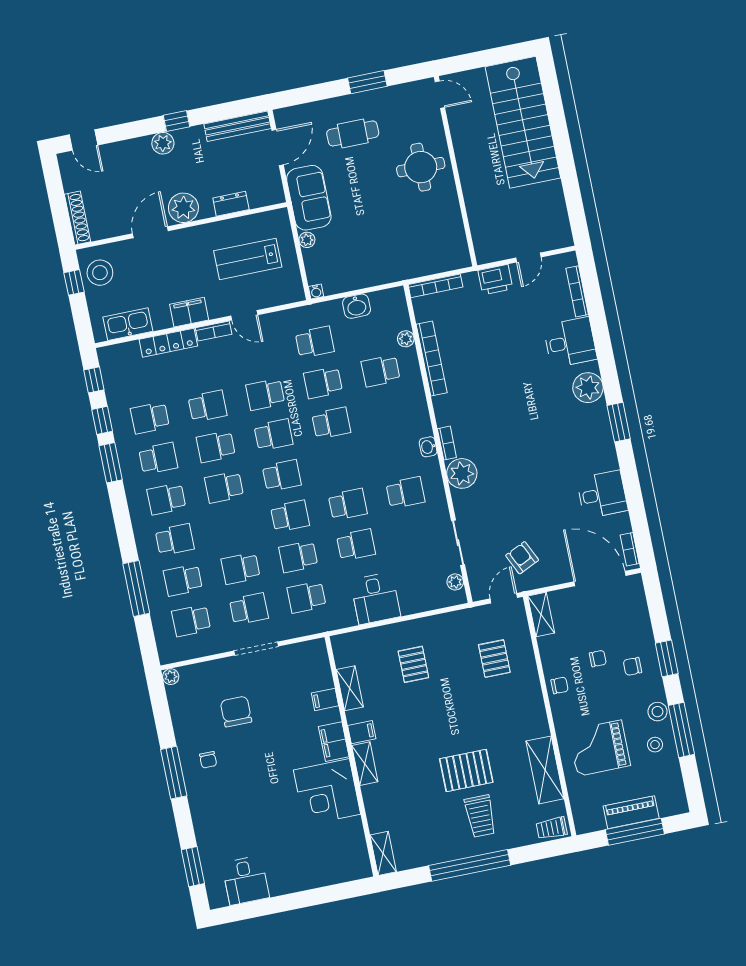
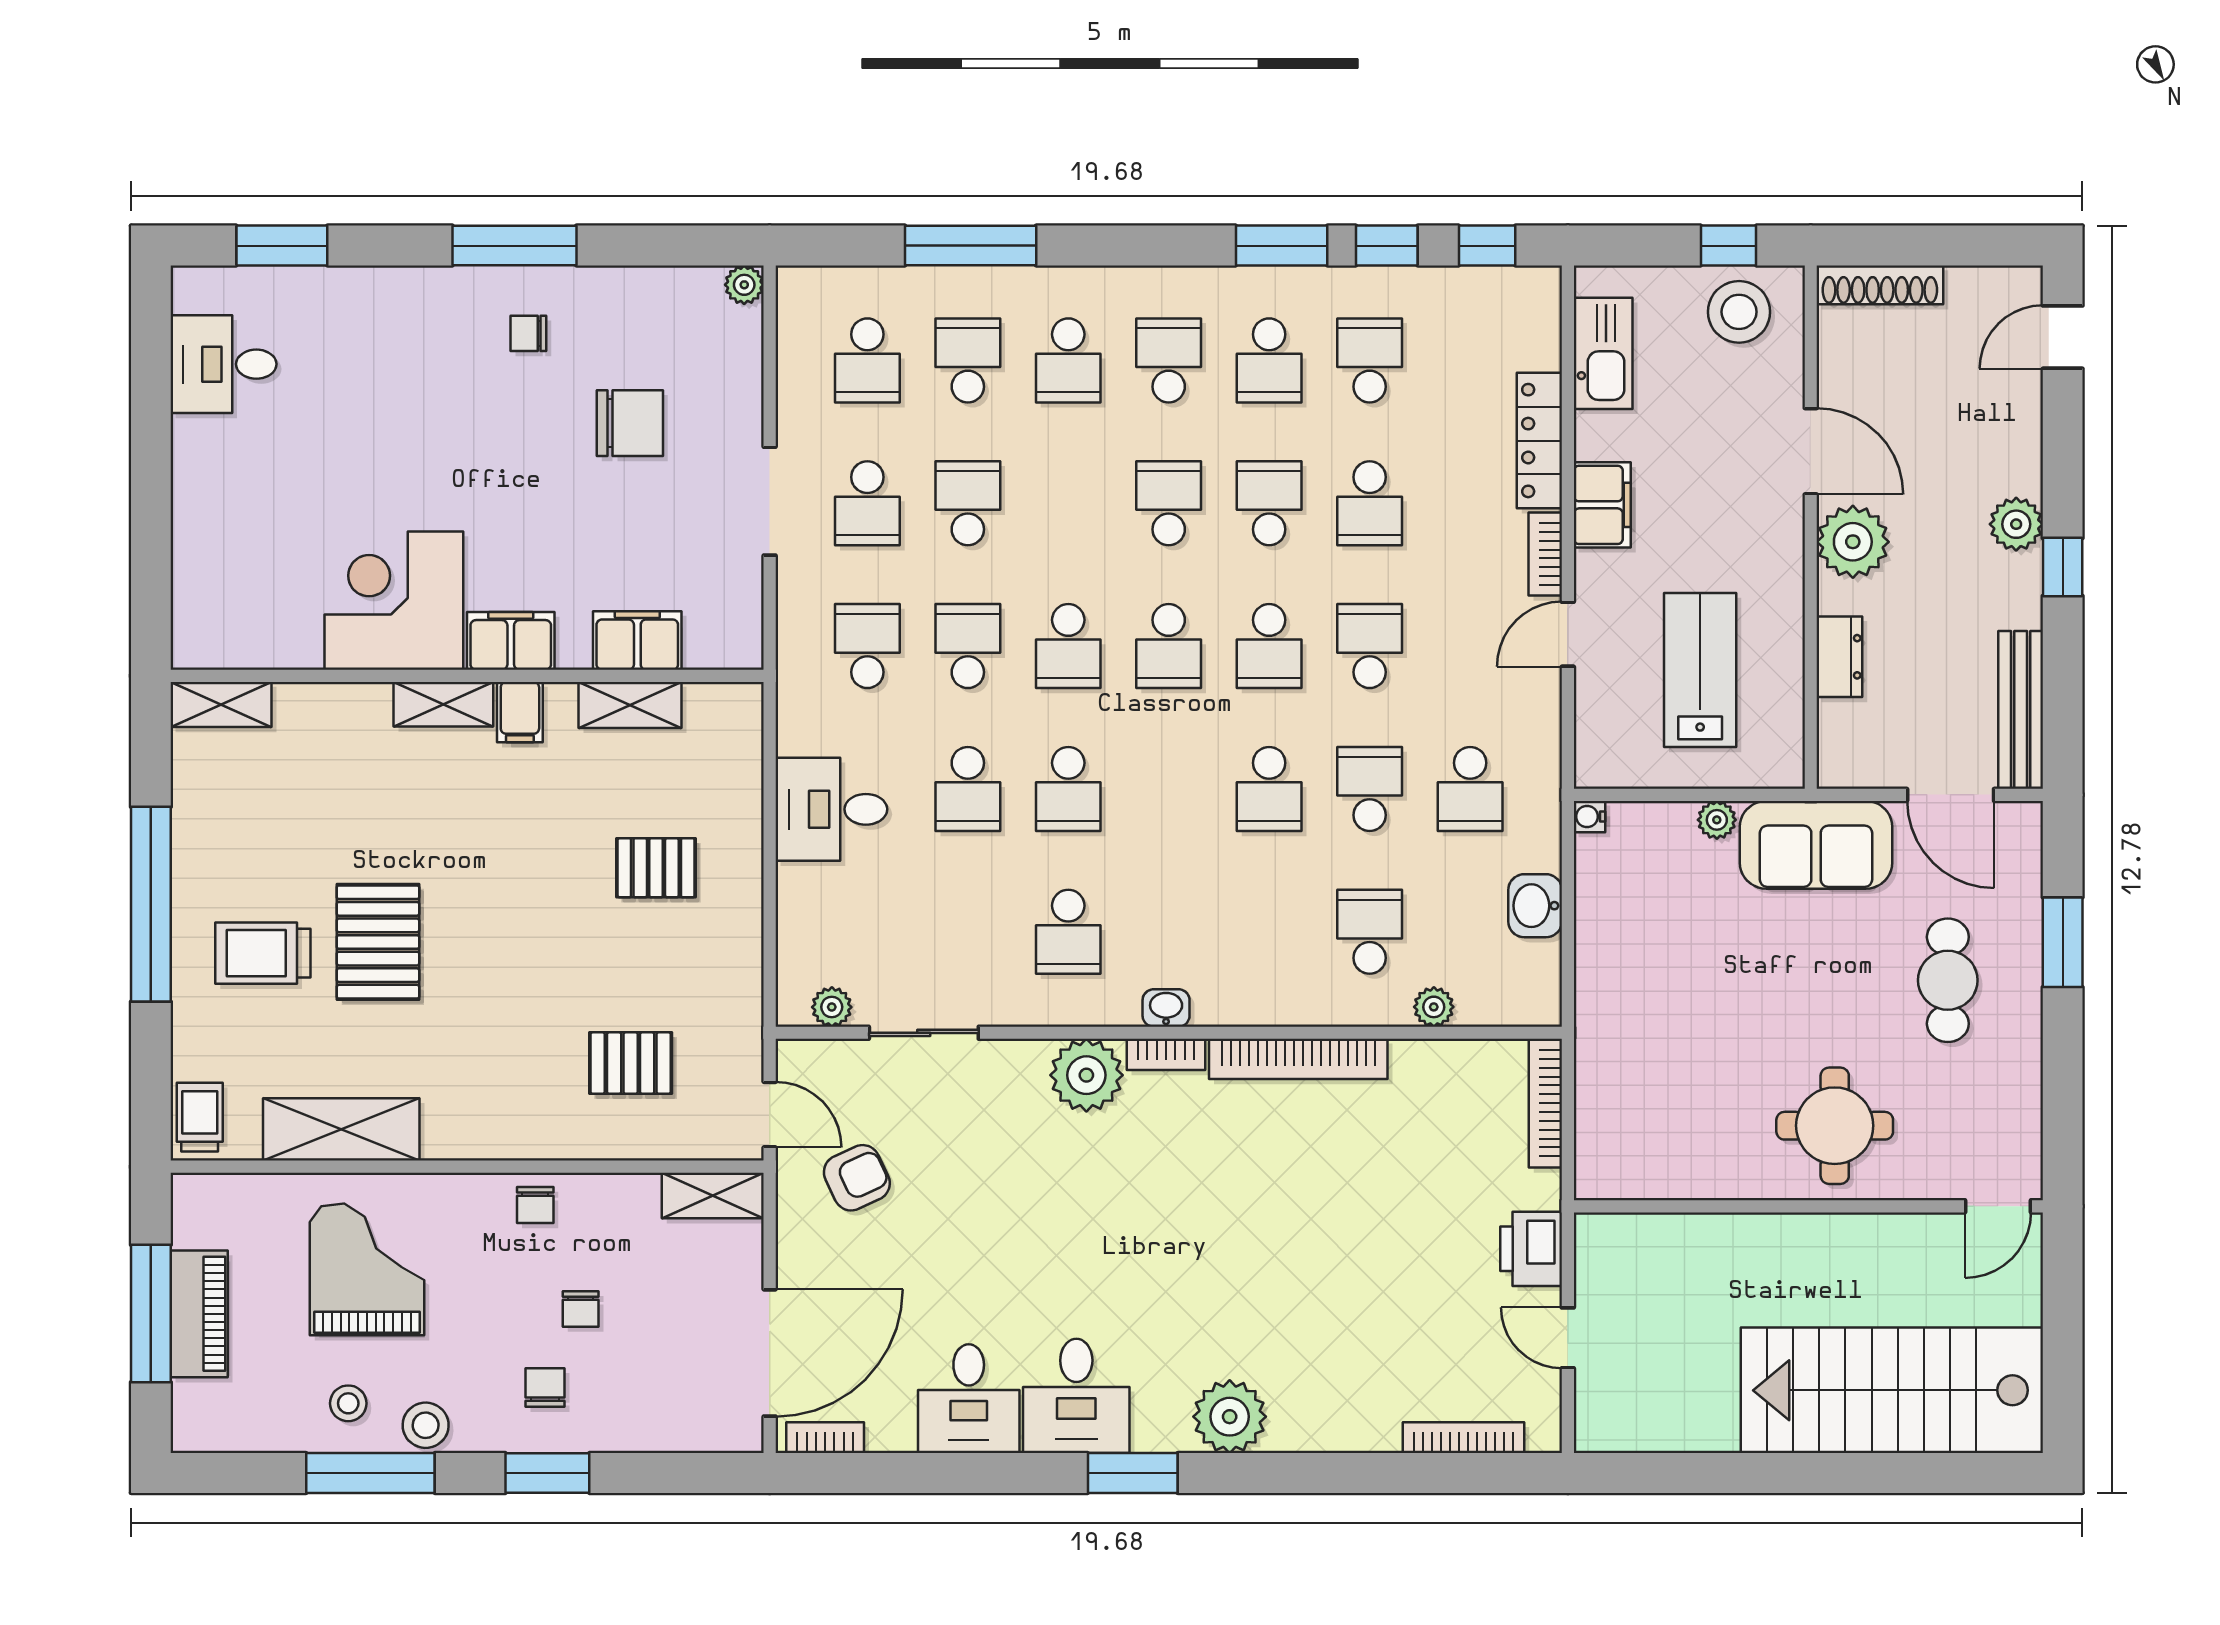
window: (367, 82) -> (2063, 942), moved
desk: (570, 342) -> (1076, 1396), moved
bookcase: (432, 359) -> (1298, 1059), moved
school desk: (191, 621) -> (867, 360), turned 180
filing cabinet: (325, 699) -> (637, 640), width x2.00

